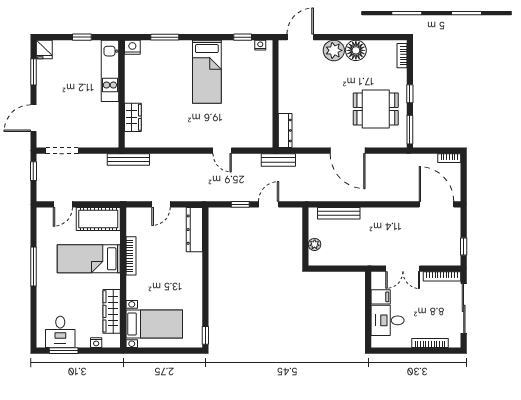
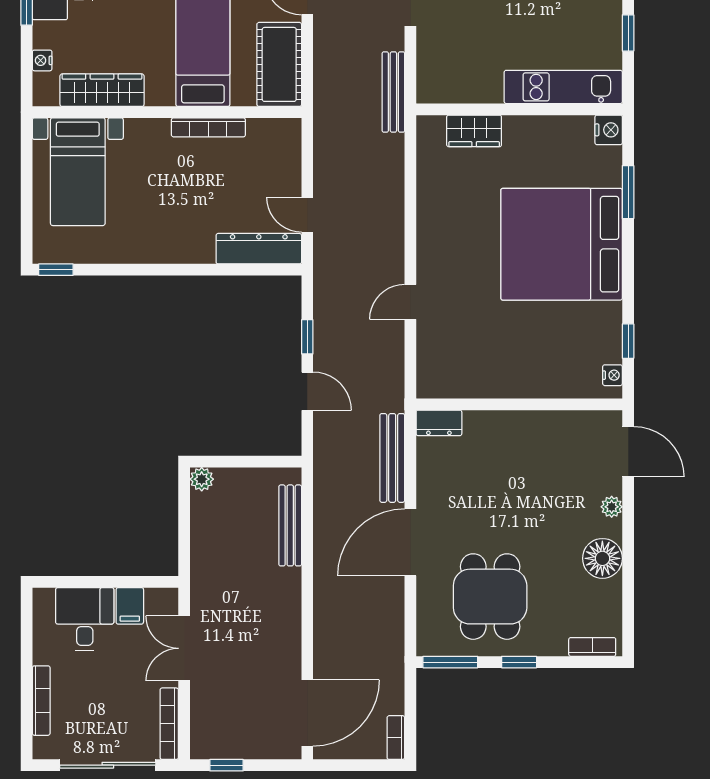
plant: (334, 50) -> (612, 507), width x0.53, depth x0.53
bed: (207, 72) -> (562, 244), width x2.04
dresser: (285, 130) -> (439, 423), width x0.70
bench: (128, 159) -> (393, 92), moved
bench: (278, 160) -> (392, 458), moved, width x1.36
door: (161, 204) -> (307, 215), moved
plant: (315, 244) -> (202, 479), moved

